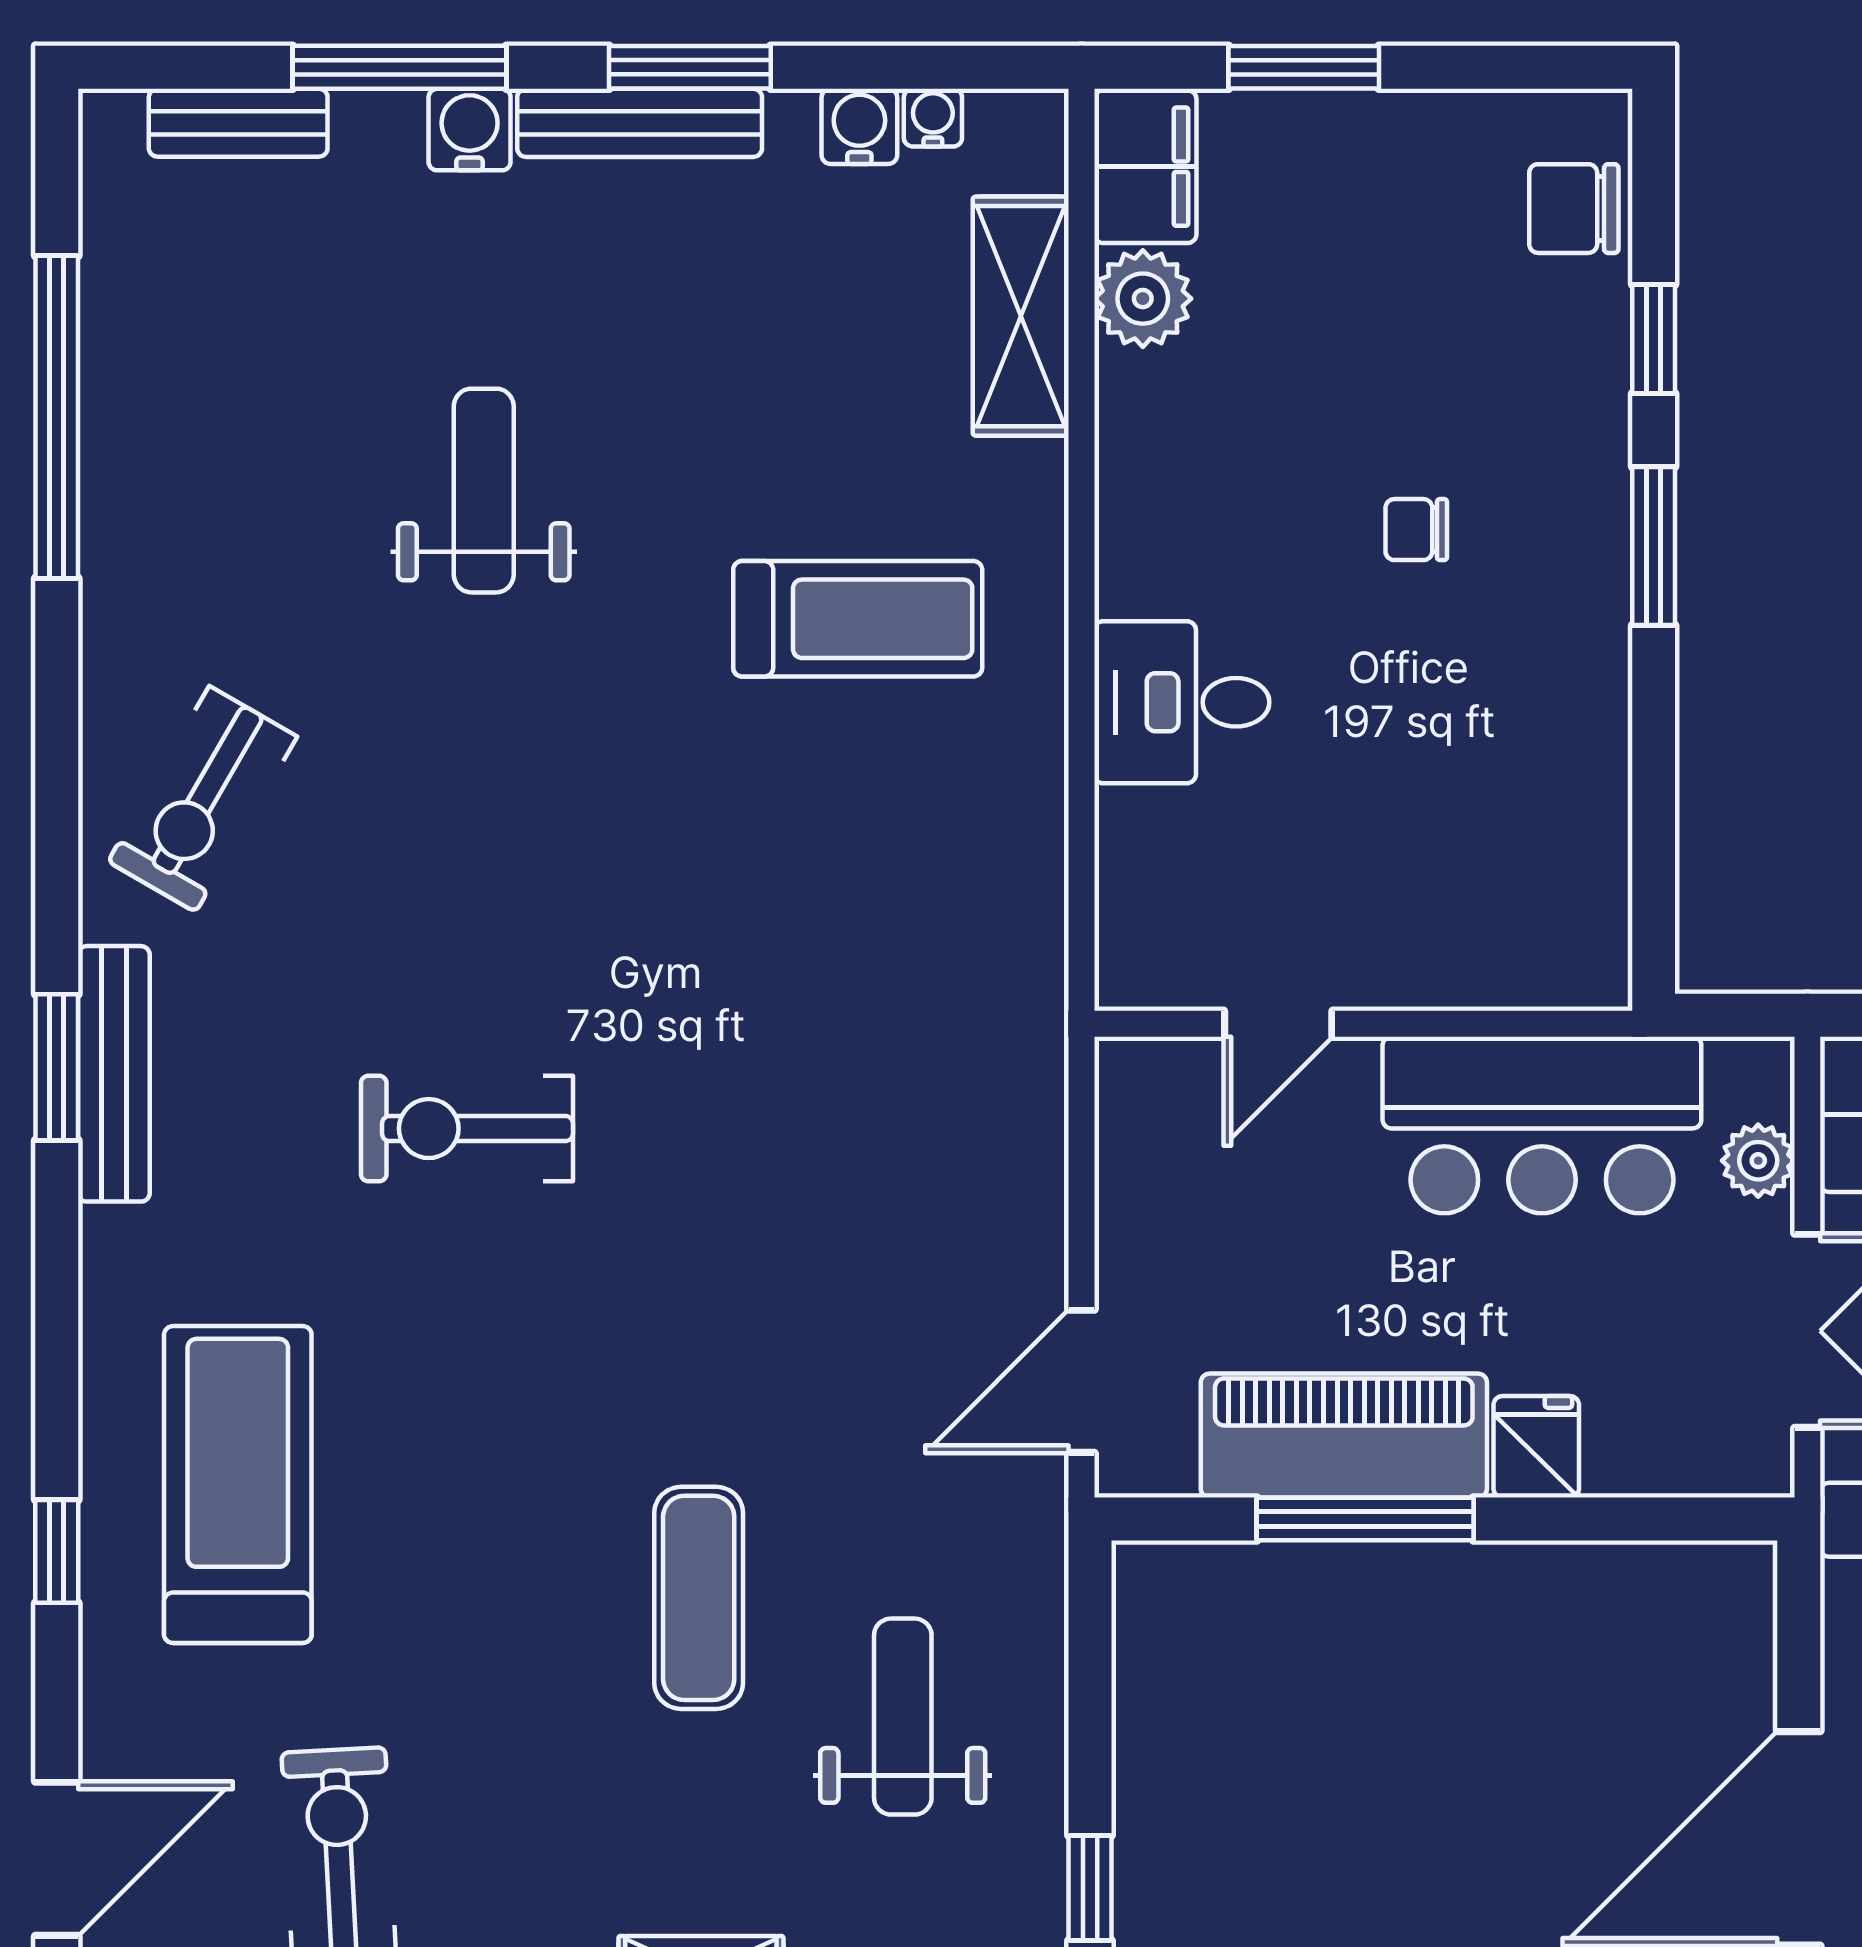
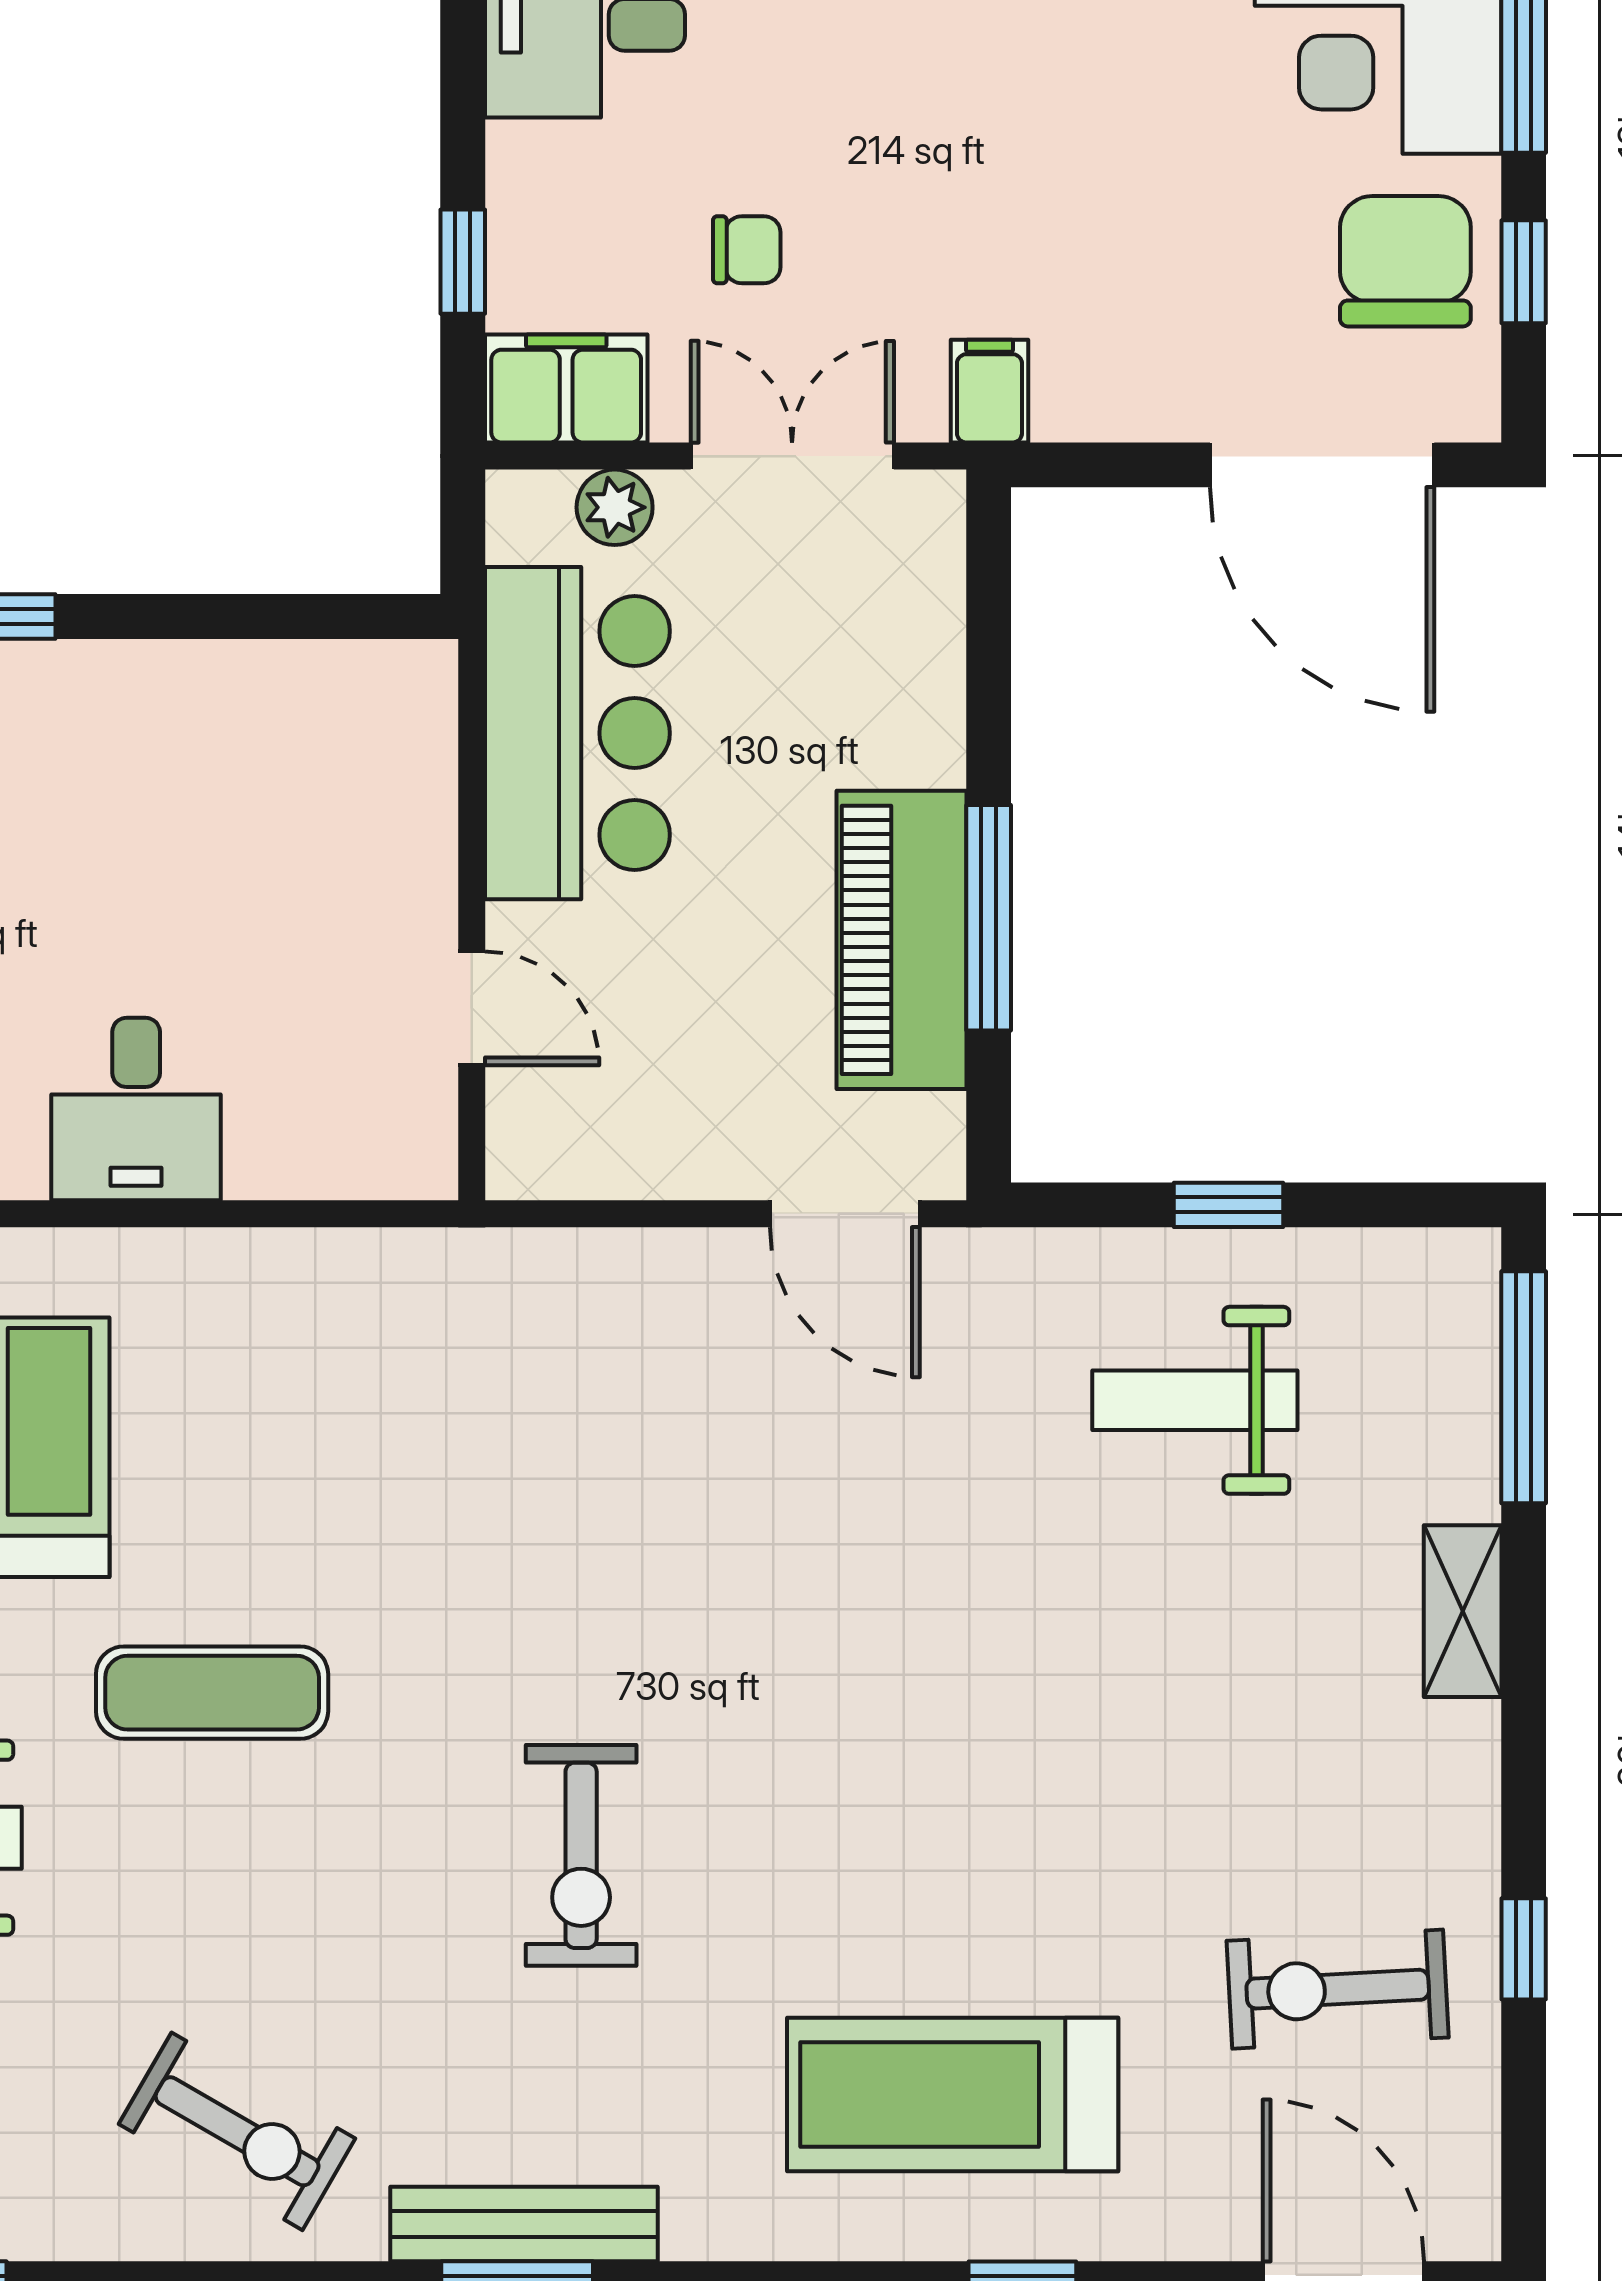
fridge: (1536, 1447) -> (913, 739), removed
exercise mat: (699, 1598) -> (212, 1693), moved
window: (1090, 1888) -> (1229, 1205), moved

